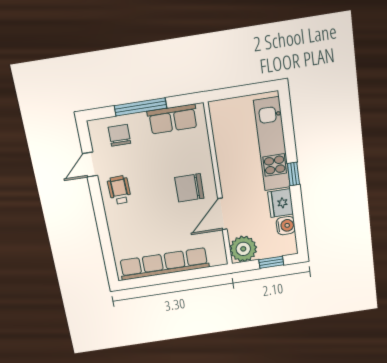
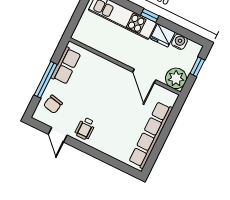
chair: (119, 135) -> (53, 104), turned -78
chair: (189, 188) -> (114, 85), removed
wheelchair: (119, 190) -> (85, 128), turned -88

